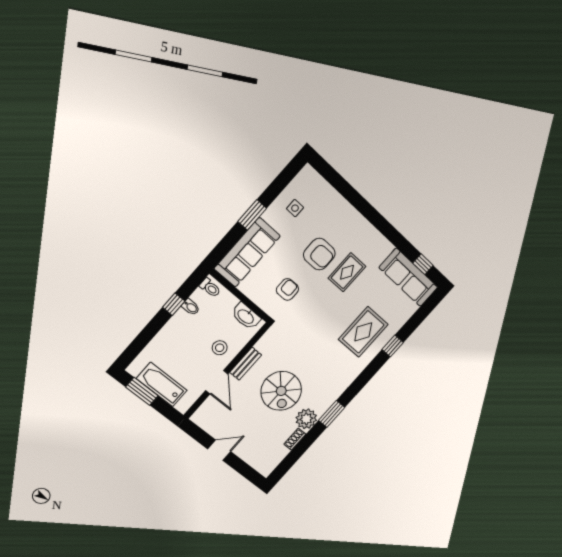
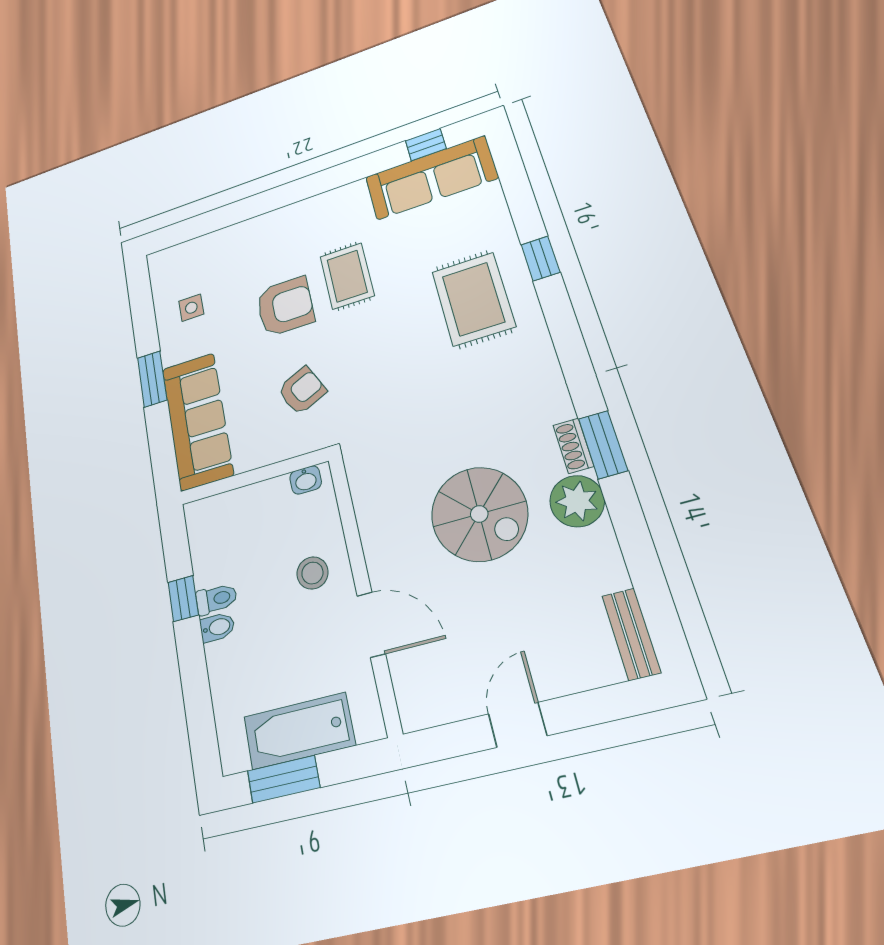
toilet: (210, 288) -> (216, 599), moved
armchair: (287, 289) -> (302, 391), turned 65
bidet: (191, 307) -> (217, 627), moved
washbasin: (246, 316) -> (306, 480), width x0.52, depth x0.69
bench: (246, 364) -> (631, 634), moved
shoe rack: (295, 439) -> (573, 446), moved

